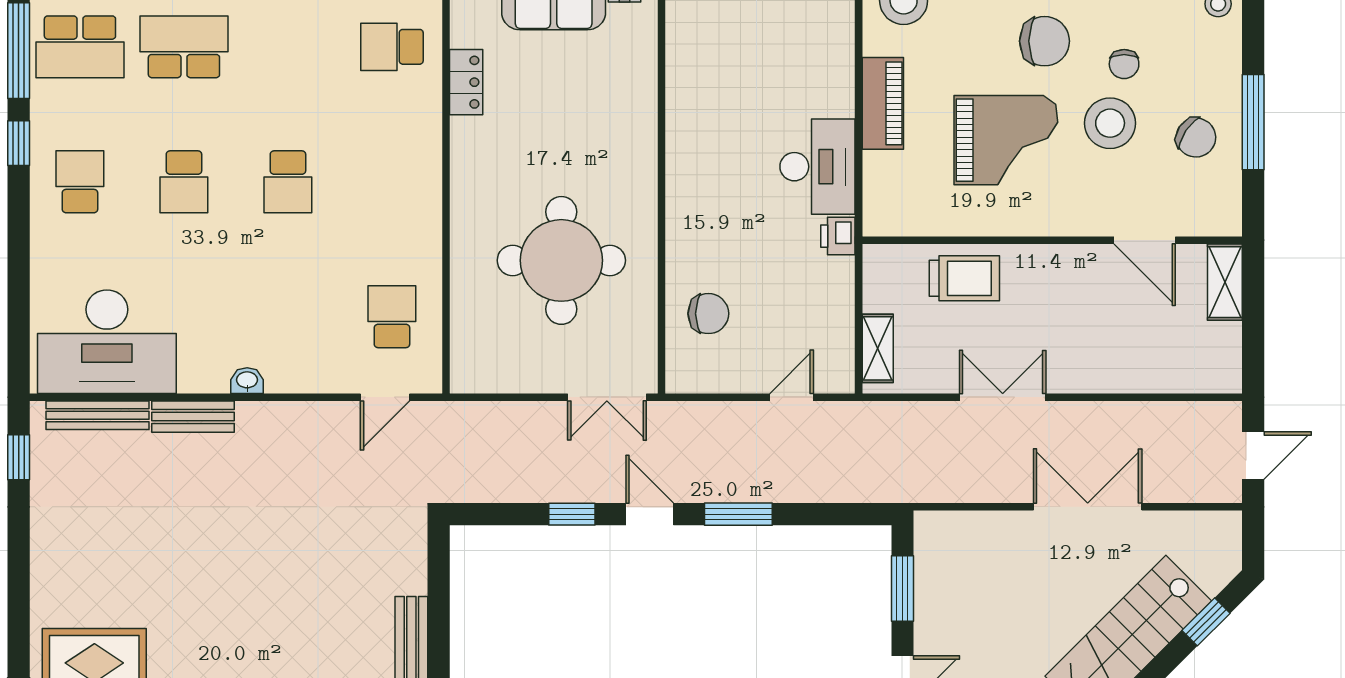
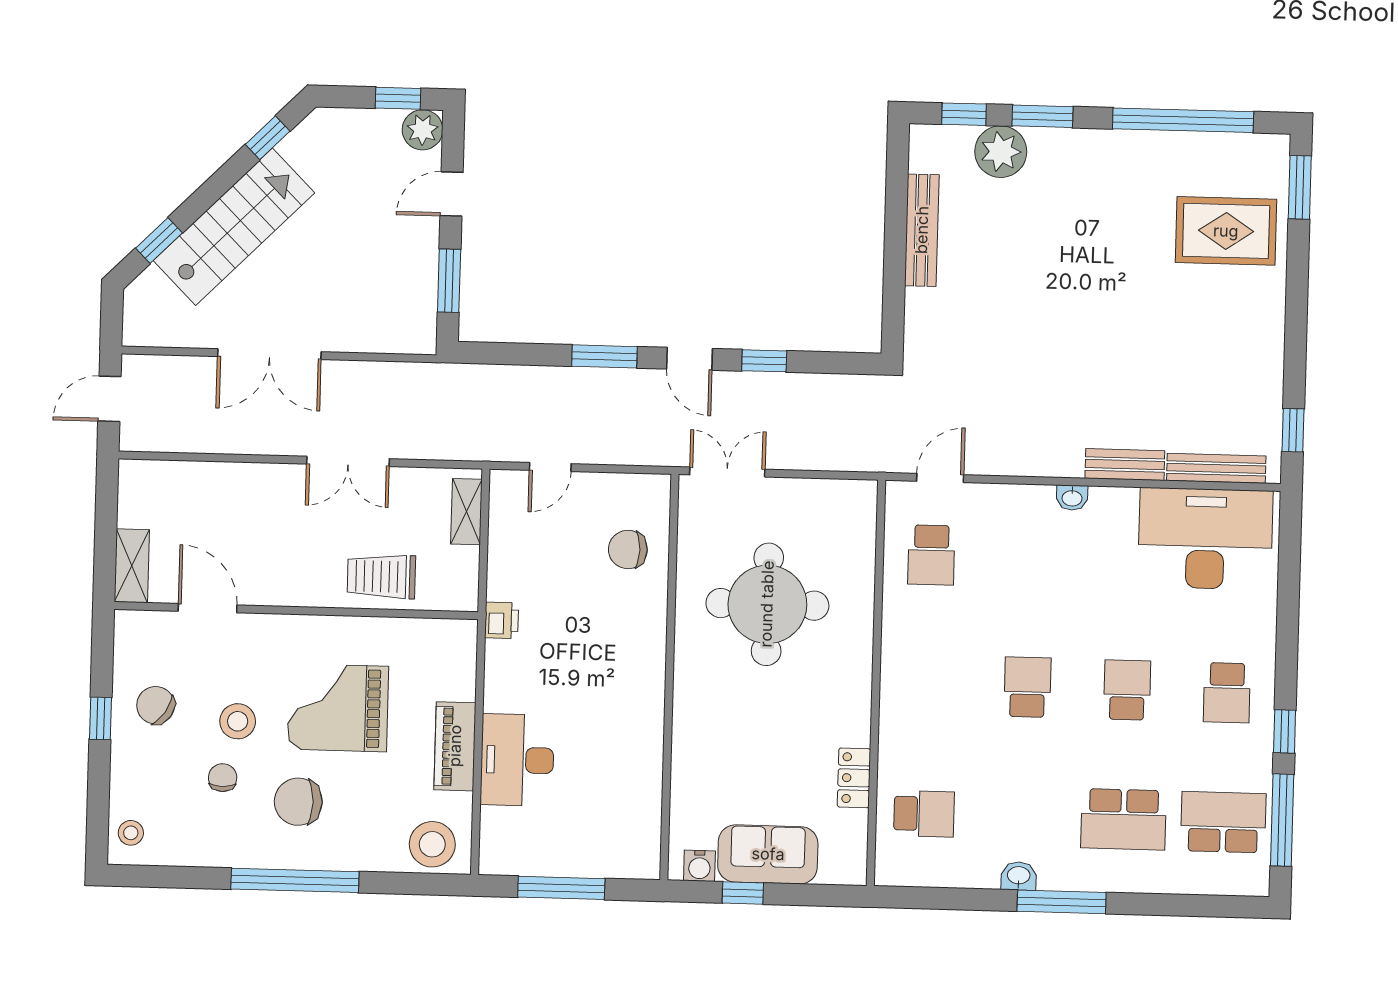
window: (1253, 122) -> (100, 718), width x0.46
stool: (1110, 123) -> (238, 721), width x0.73, depth x0.73
desk: (818, 167) -> (517, 760), moved

